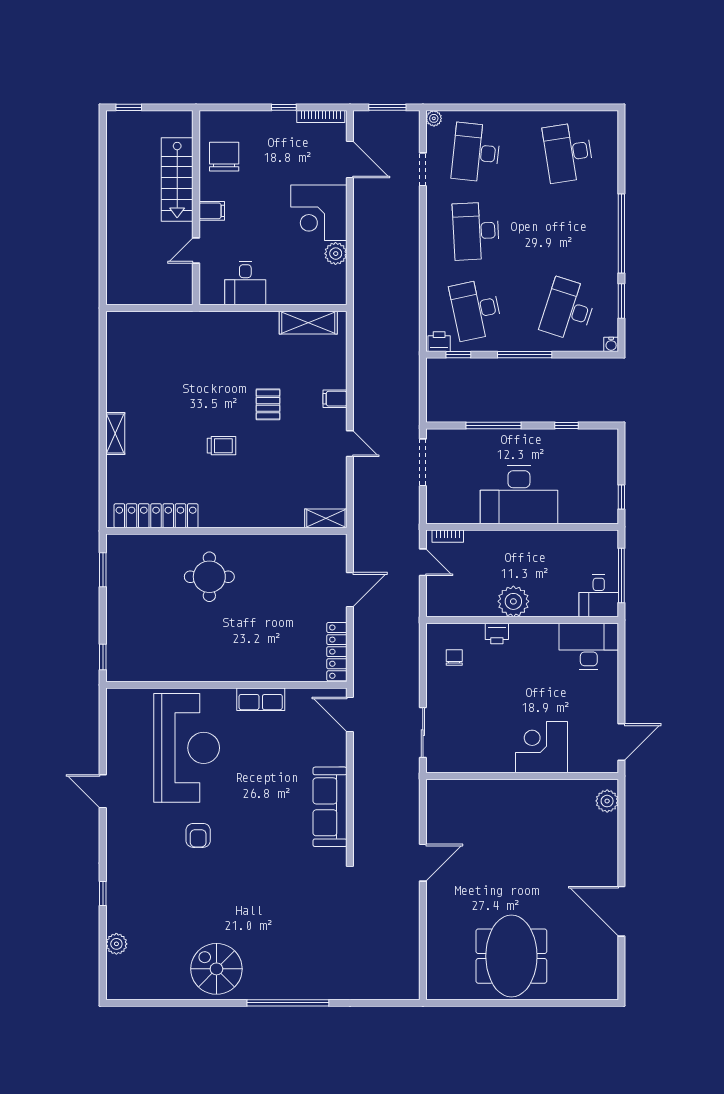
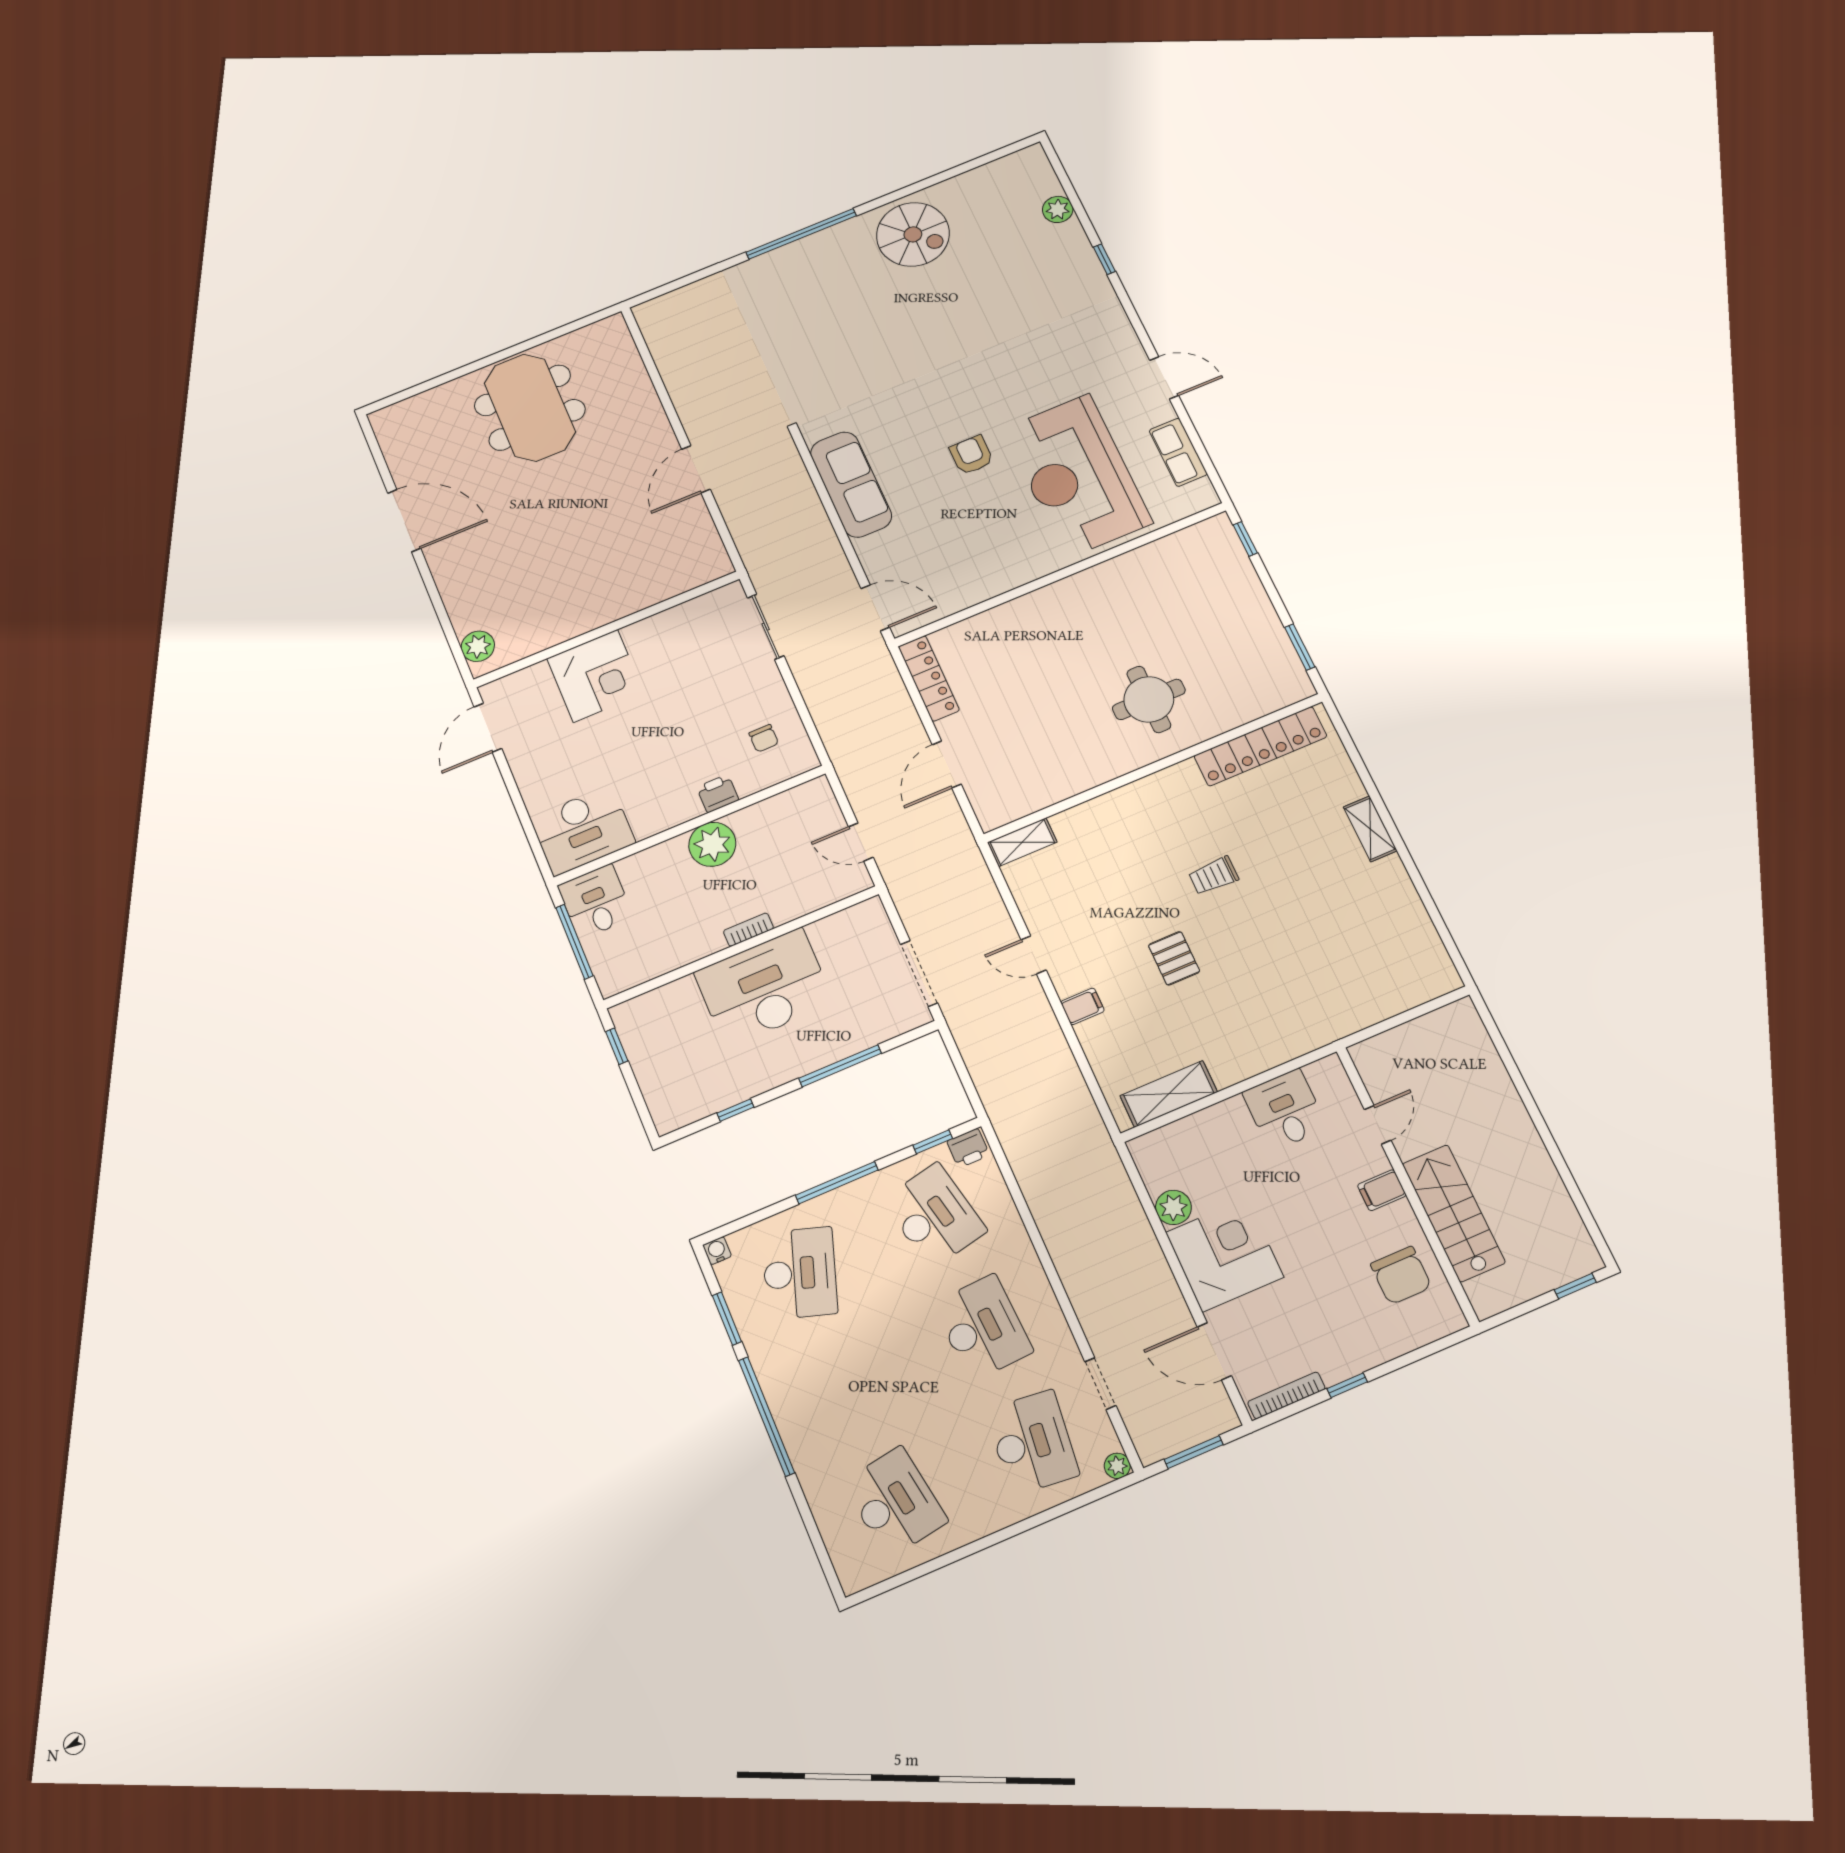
bookcase: (448, 536) -> (748, 930), moved
row of seats: (261, 699) -> (1178, 452), moved, turned -90
armchair: (198, 835) -> (971, 455), moved

